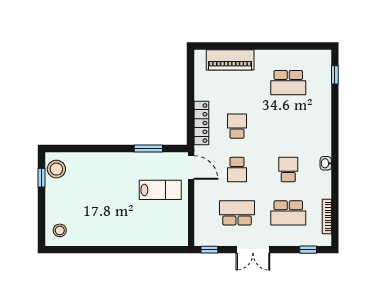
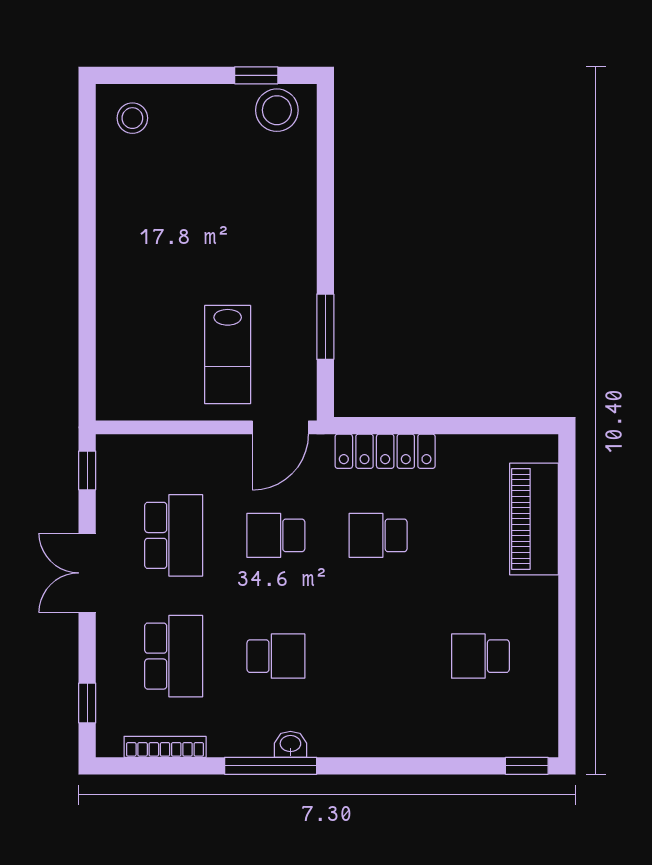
window: (335, 75) -> (527, 766), moved
school desk: (288, 83) -> (480, 656), width x0.54
school desk: (237, 126) -> (378, 535), turned 180
window: (335, 172) -> (271, 766), added
school desk: (288, 213) -> (174, 656), turned 180

